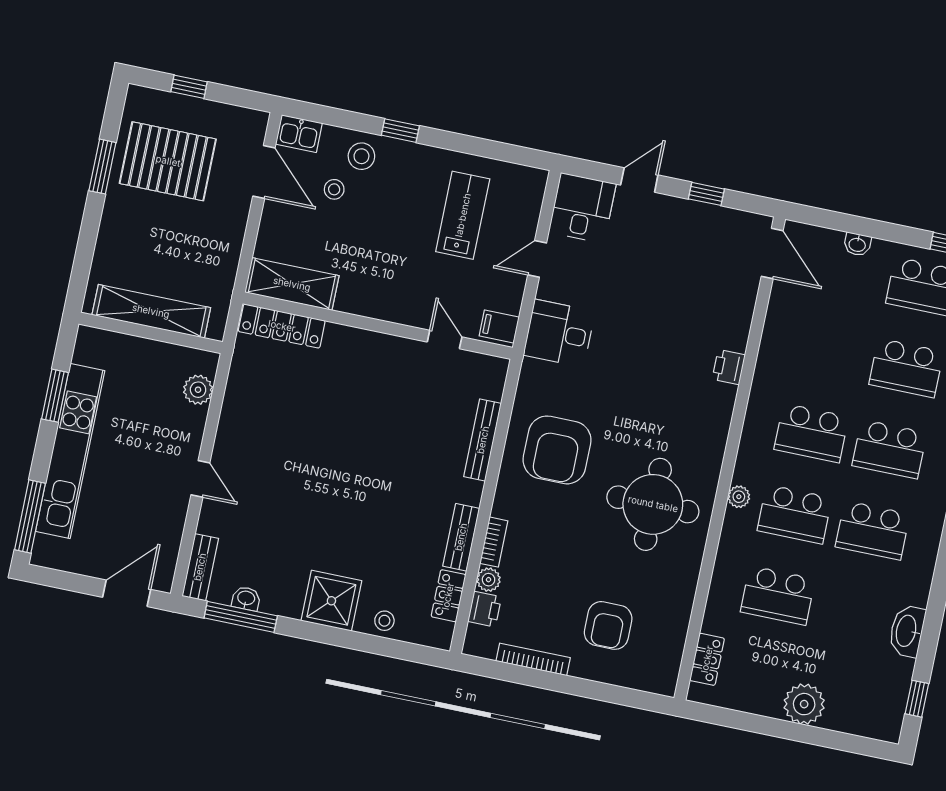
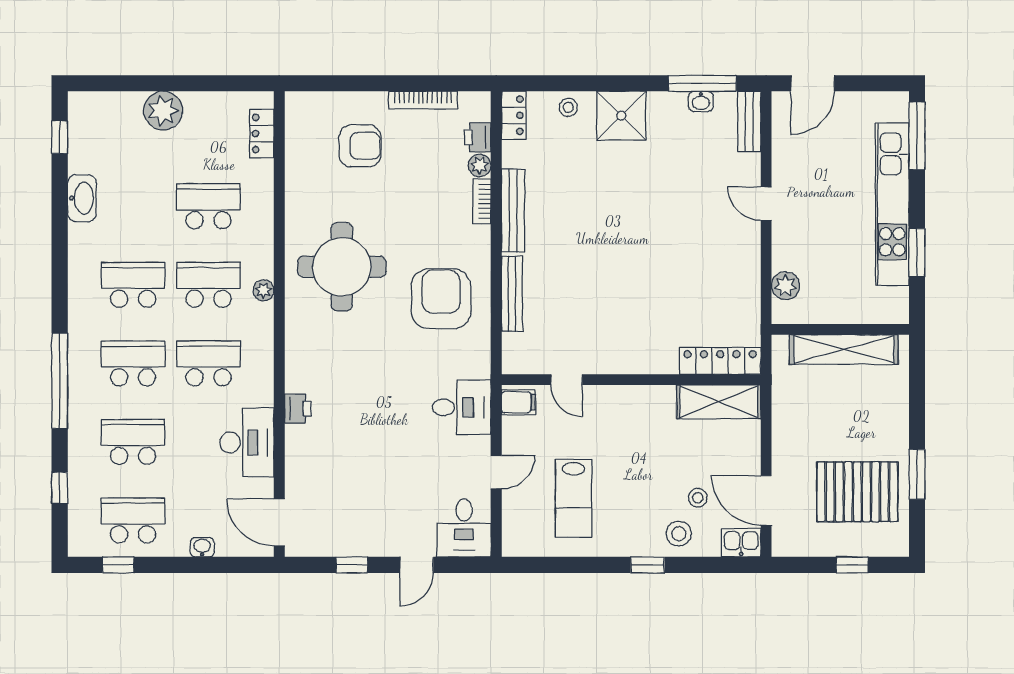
desk: (789, 343) -> (247, 442), added
bench: (461, 537) -> (513, 210), width x1.36
locker: (448, 596) -> (514, 115), moved
armchair: (608, 625) -> (360, 146), turned 90

